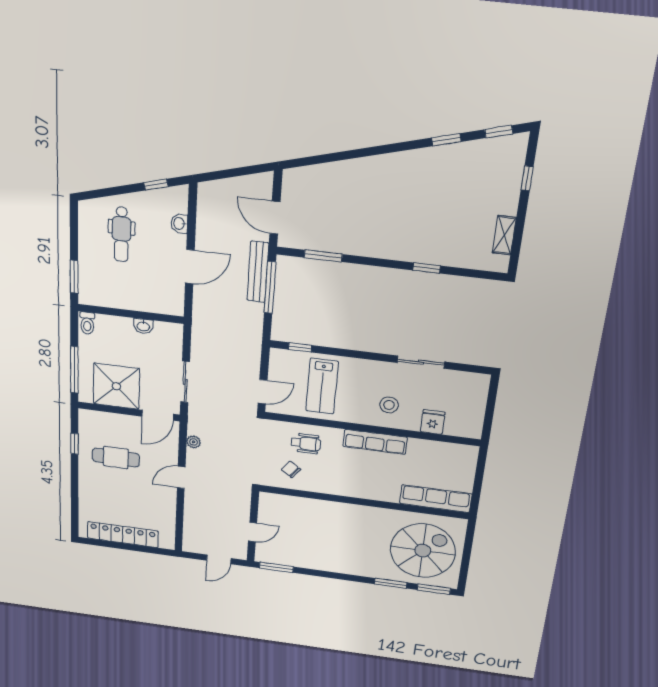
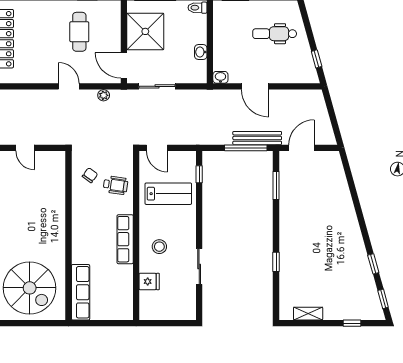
washbasin: (179, 224) -> (220, 77), moved
lab bench: (322, 386) -> (168, 194), turned 180
wheelchair: (306, 443) -> (116, 185), turned -82

